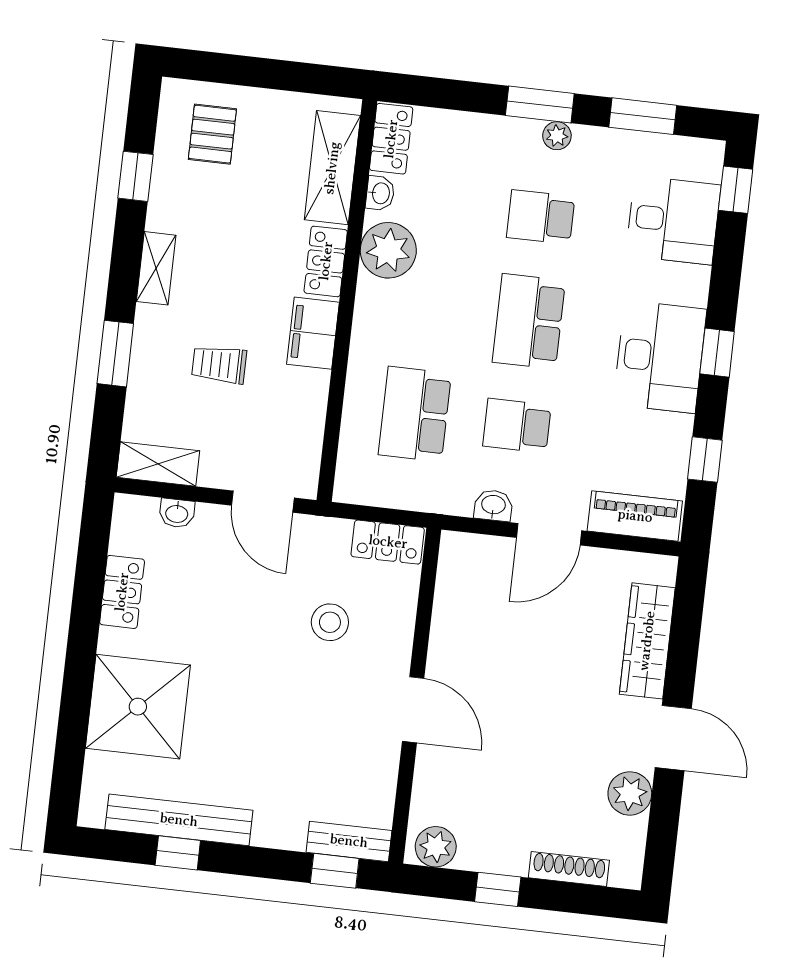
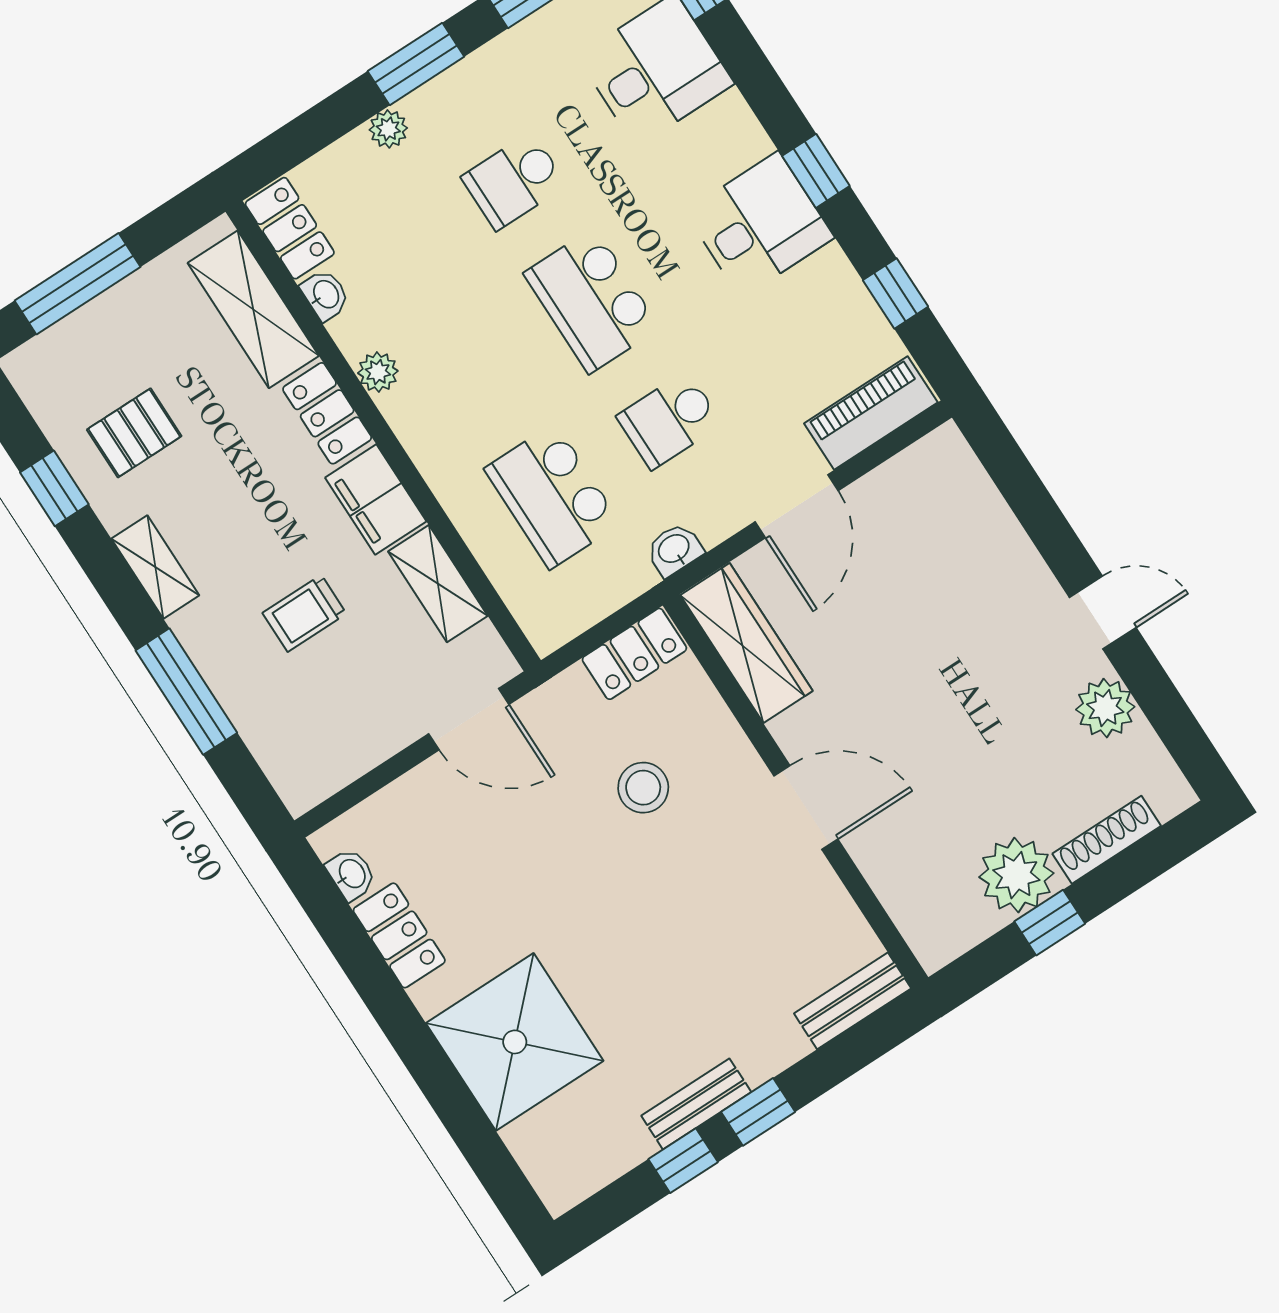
window: (245, 71) -> (78, 284), added
pallet: (212, 134) -> (134, 433), moved, turned 90
plant: (557, 136) -> (388, 129), moved
plant: (388, 250) -> (378, 372), width x0.53, depth x0.53
window: (115, 354) -> (186, 692), width x1.44
desk: (660, 357) -> (760, 225), width x0.73
shelving: (158, 464) -> (438, 584), moved, turned 90
washbasin: (493, 505) -> (674, 550), moved
washbasin: (177, 513) -> (351, 874), moved, turned -90
wardrobe: (647, 641) -> (746, 643), moved, turned 180
door: (673, 738) -> (1103, 613), width x0.73
bench: (179, 820) -> (696, 1104), width x0.54, depth x0.82
plant: (436, 847) -> (1016, 875), moved, width x1.36, depth x1.36
window: (335, 871) -> (758, 1112), moved

